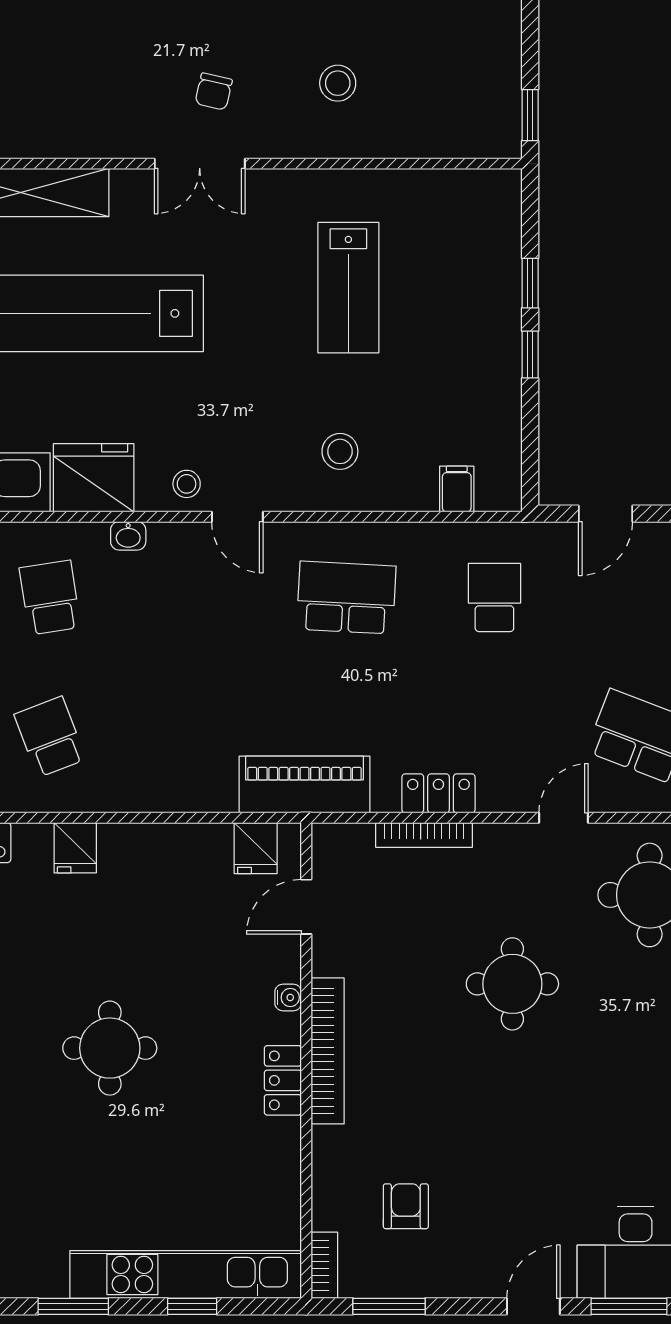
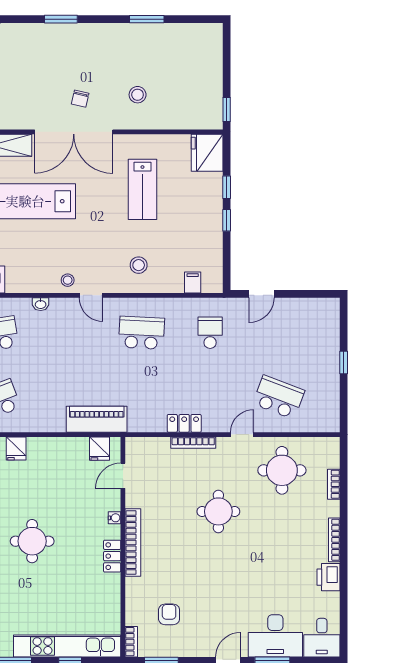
double door: (200, 164) -> (74, 132), width x1.87
fridge: (94, 478) -> (207, 153), moved, turned -90
piano: (305, 784) -> (97, 419), moved
bookcase: (424, 835) -> (193, 443), moved

